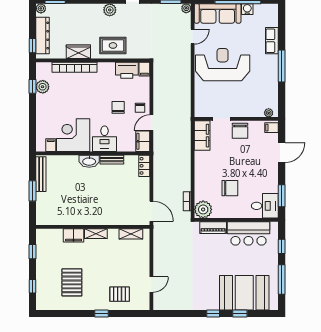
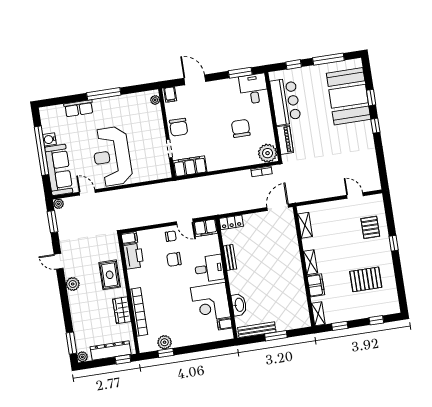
chair: (240, 131) -> (179, 127), turned 90
washbasin: (89, 161) -> (239, 305), moved
shelving: (47, 233) -> (318, 314), added

